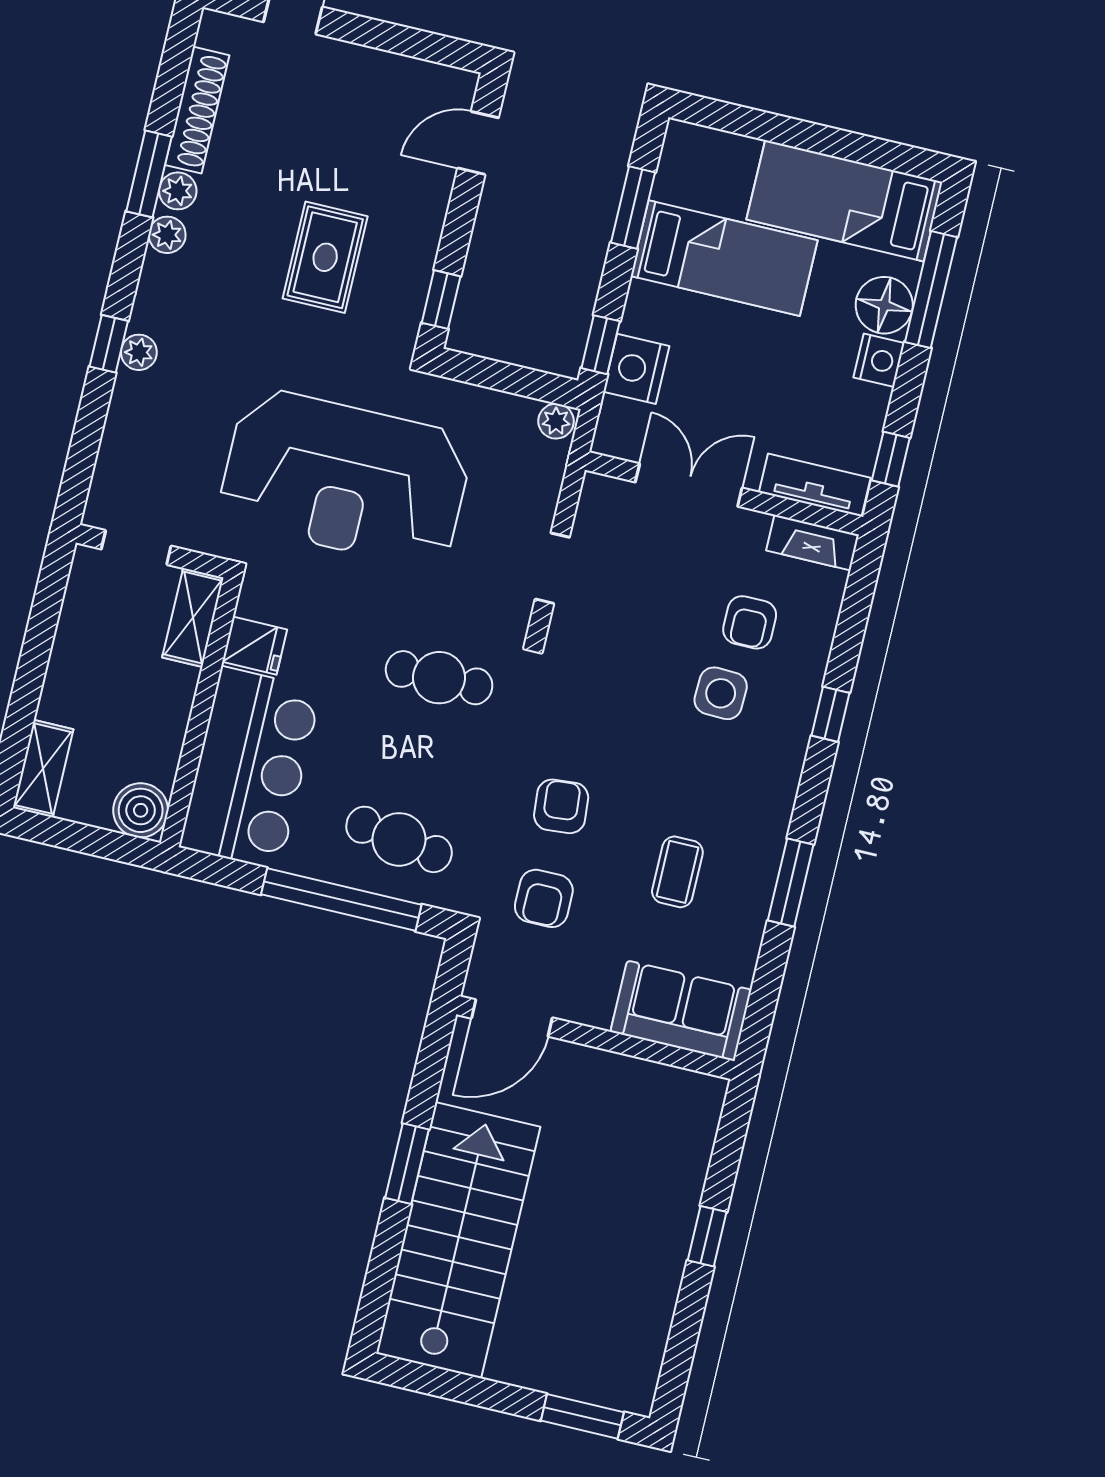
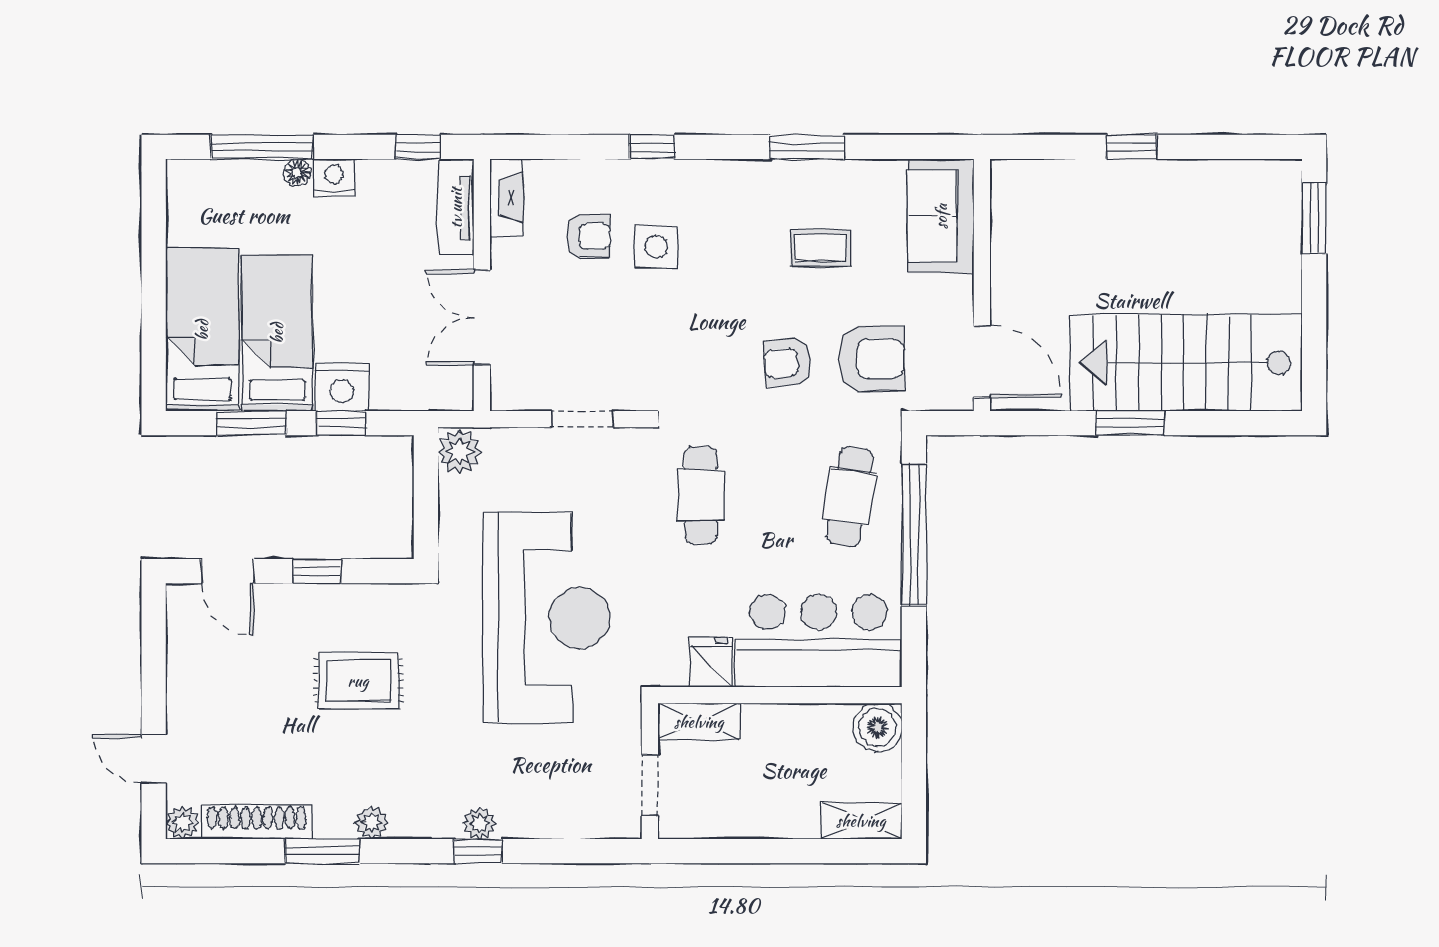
plant: (178, 191) -> (182, 822), moved
bed: (845, 201) -> (202, 330), moved, turned 180
window: (441, 300) -> (317, 571), moved
floor lamp: (884, 305) -> (297, 172), width x0.53, depth x0.53
window: (601, 345) -> (341, 423), moved
nightstand: (636, 369) -> (342, 387), moved
plant: (556, 421) -> (459, 452), width x1.38, depth x1.38
armchair: (544, 898) -> (871, 359), width x1.38, depth x1.38

